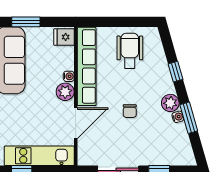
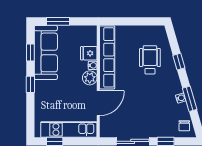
fridge: (64, 37) -> (89, 53), moved
wheelchair: (130, 51) -> (150, 60), moved
plant: (170, 103) -> (175, 87), removed
chair: (130, 111) -> (184, 126), moved

